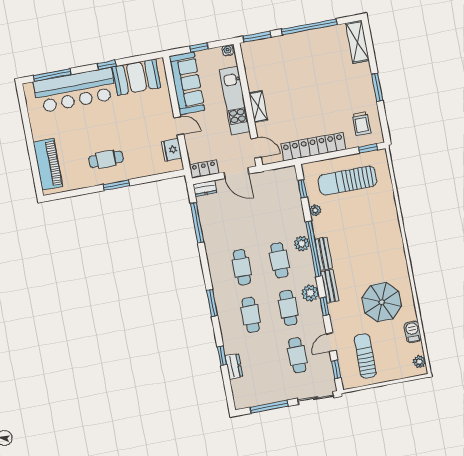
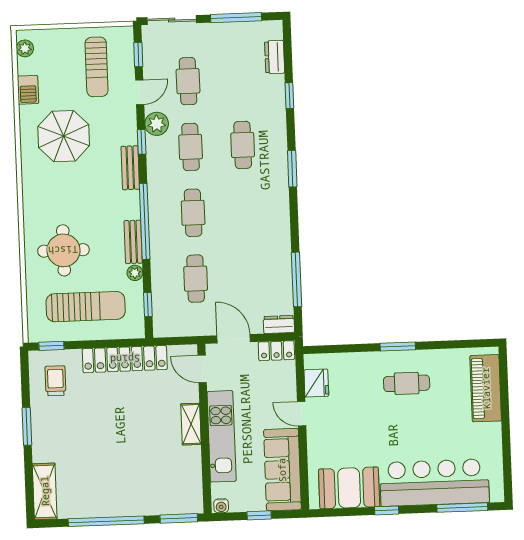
round table: (370, 219) -> (63, 250), added
plant: (302, 244) -> (160, 231), removed
bench: (324, 254) -> (133, 242), moved
cafe table: (242, 267) -> (196, 279), moved
plant: (310, 293) -> (157, 124), moved
dresser: (234, 366) -> (275, 57), moved

